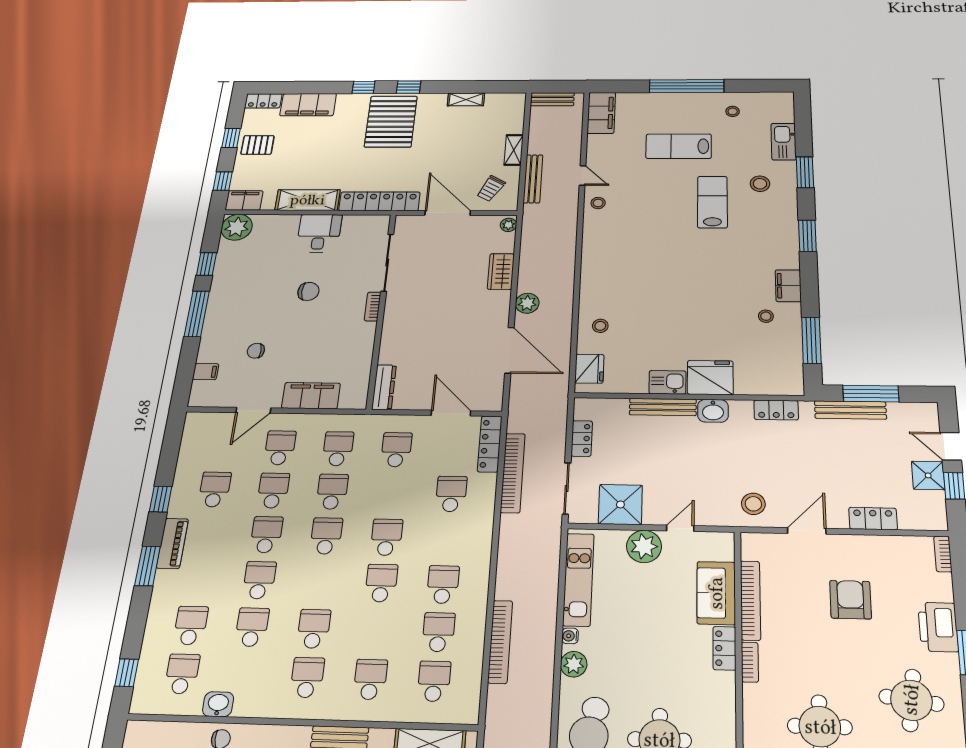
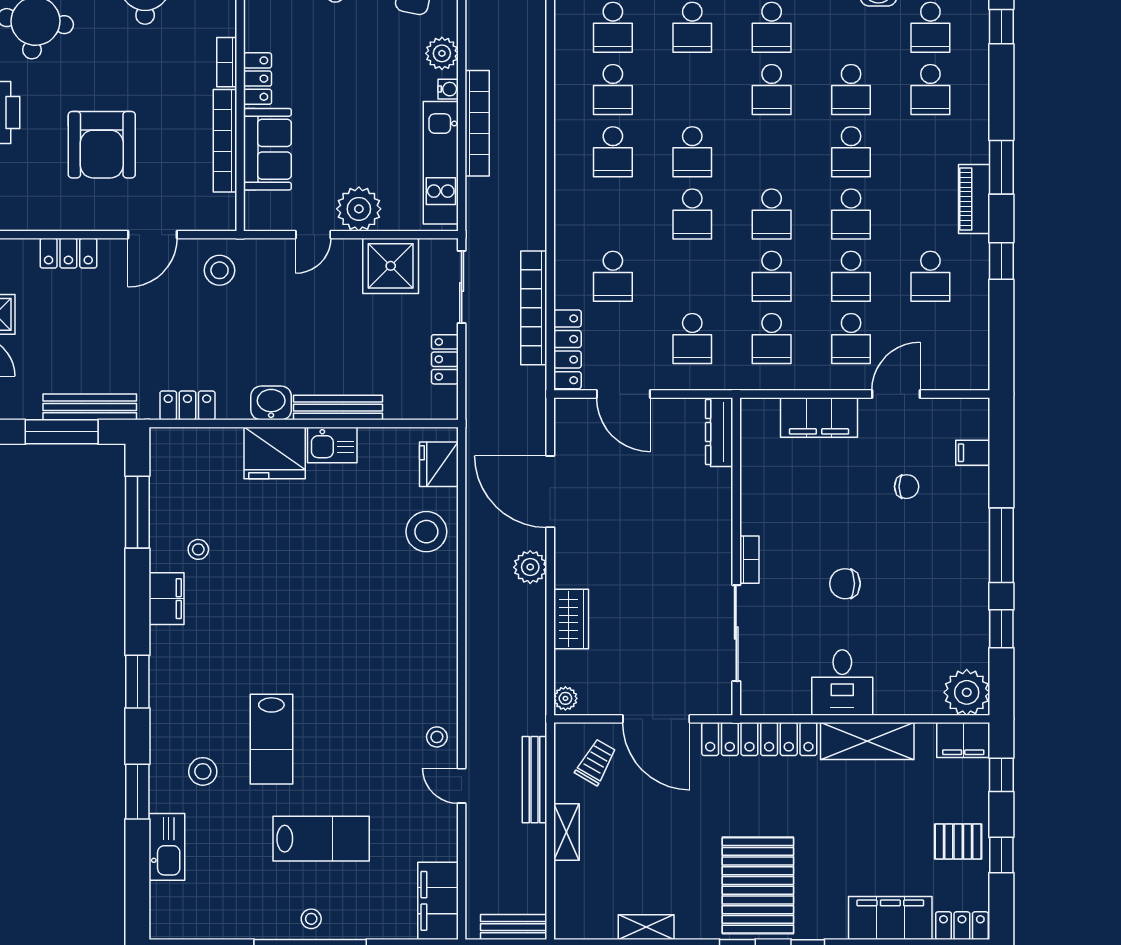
stool: (733, 111) -> (311, 919), moved
stool: (600, 326) -> (426, 532), width x1.89, depth x1.89
armchair: (850, 600) -> (102, 145), width x1.36, depth x1.36
bookcase: (500, 642) -> (477, 123), moved, turned 180

